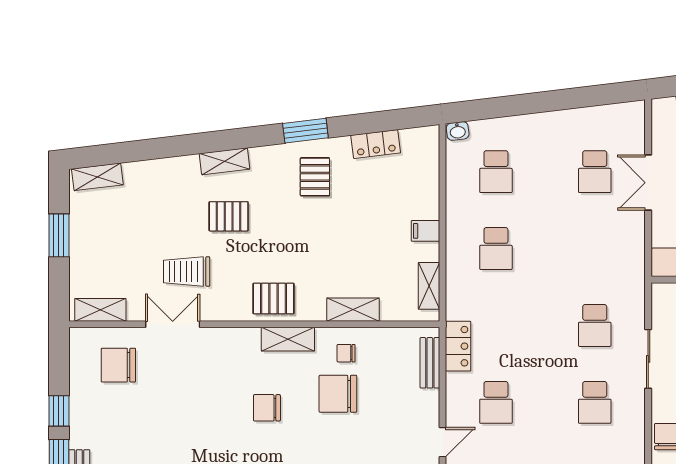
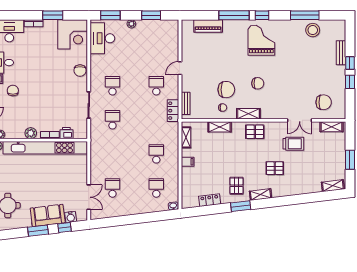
shelving: (224, 161) -> (261, 195), moved
double door: (648, 183) -> (89, 197), moved

